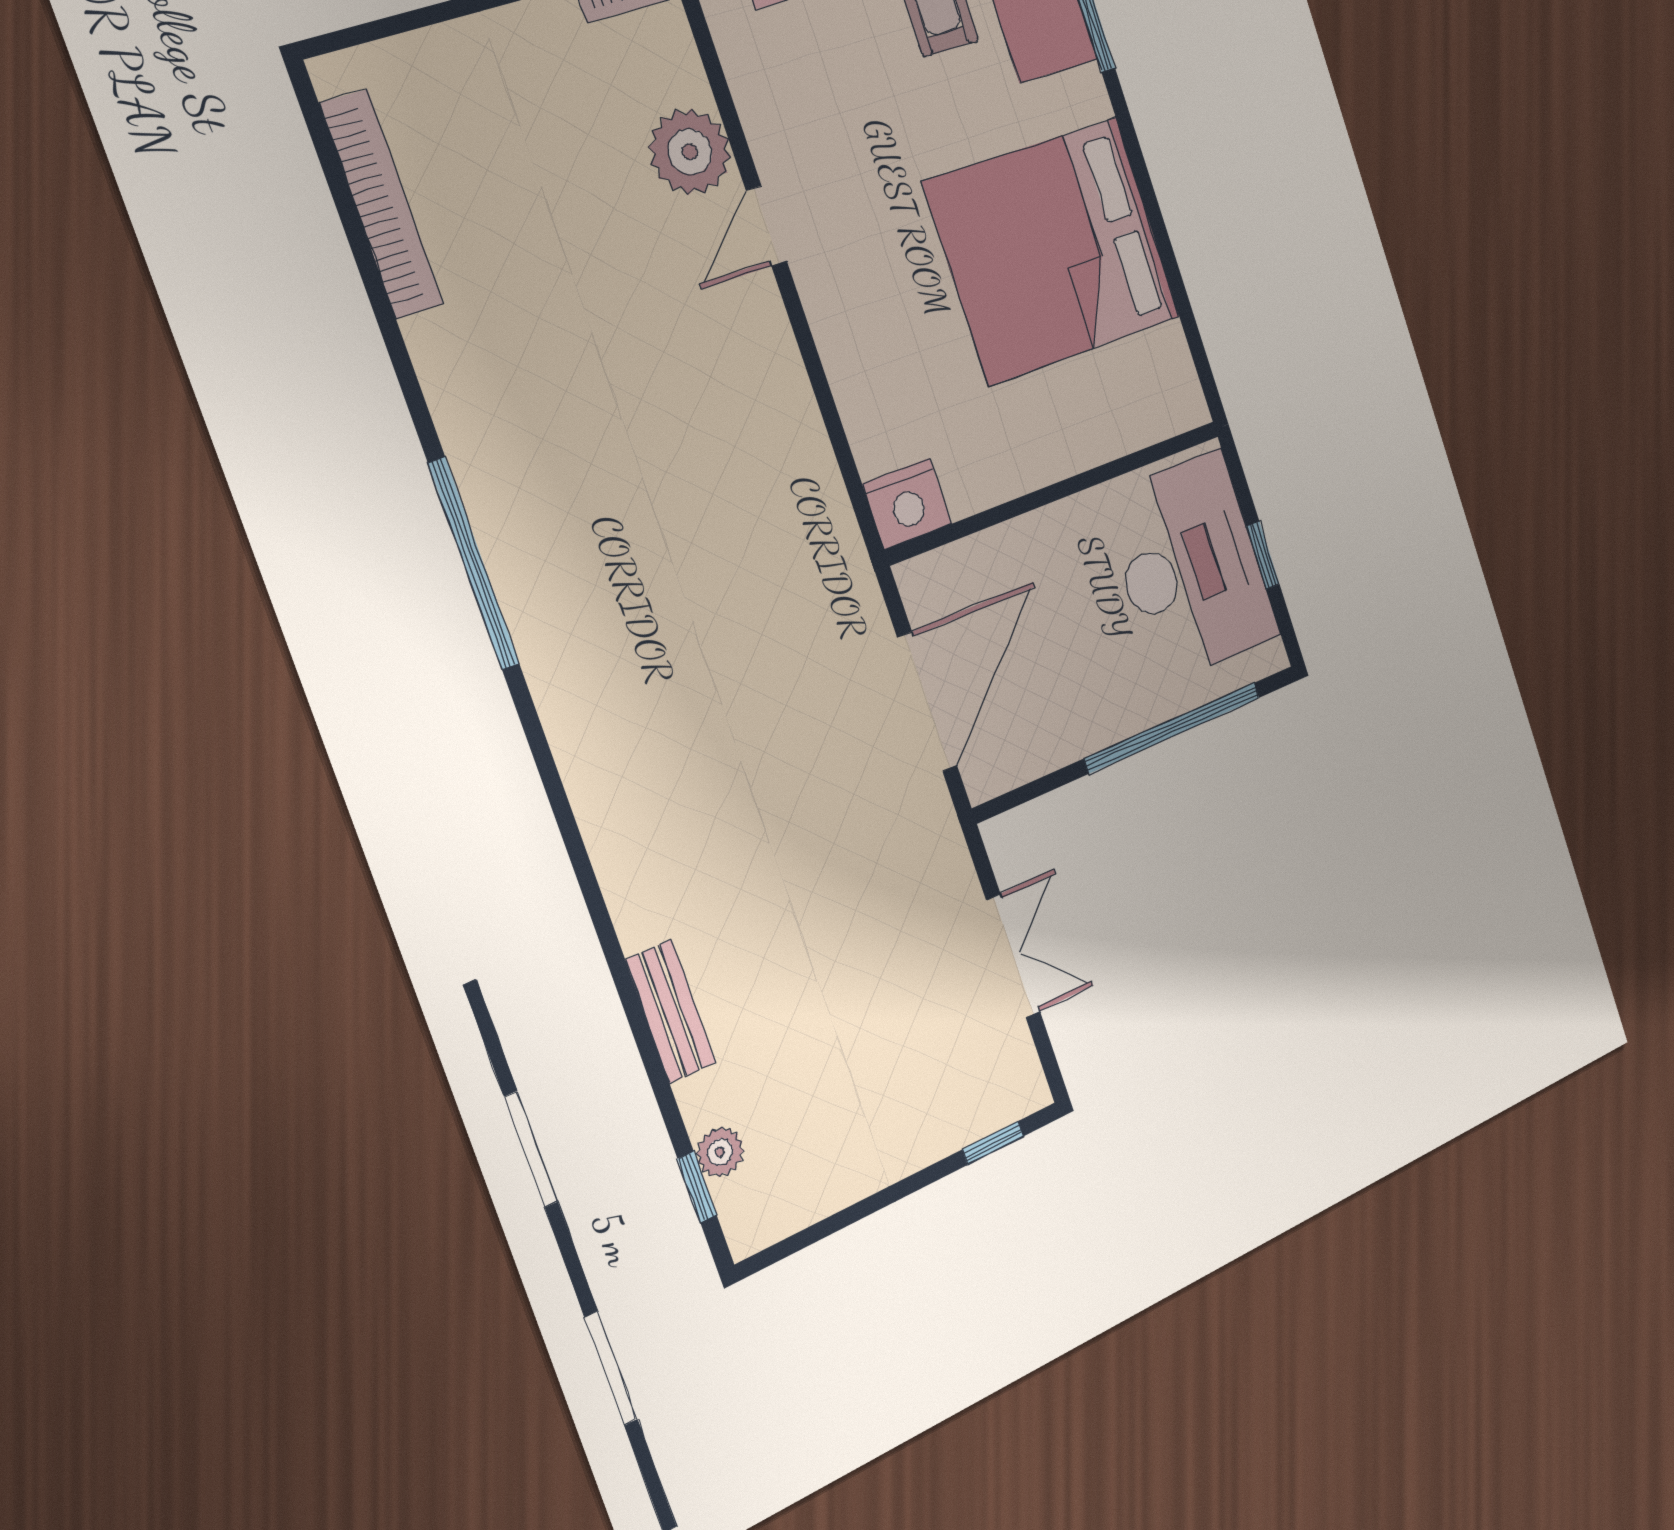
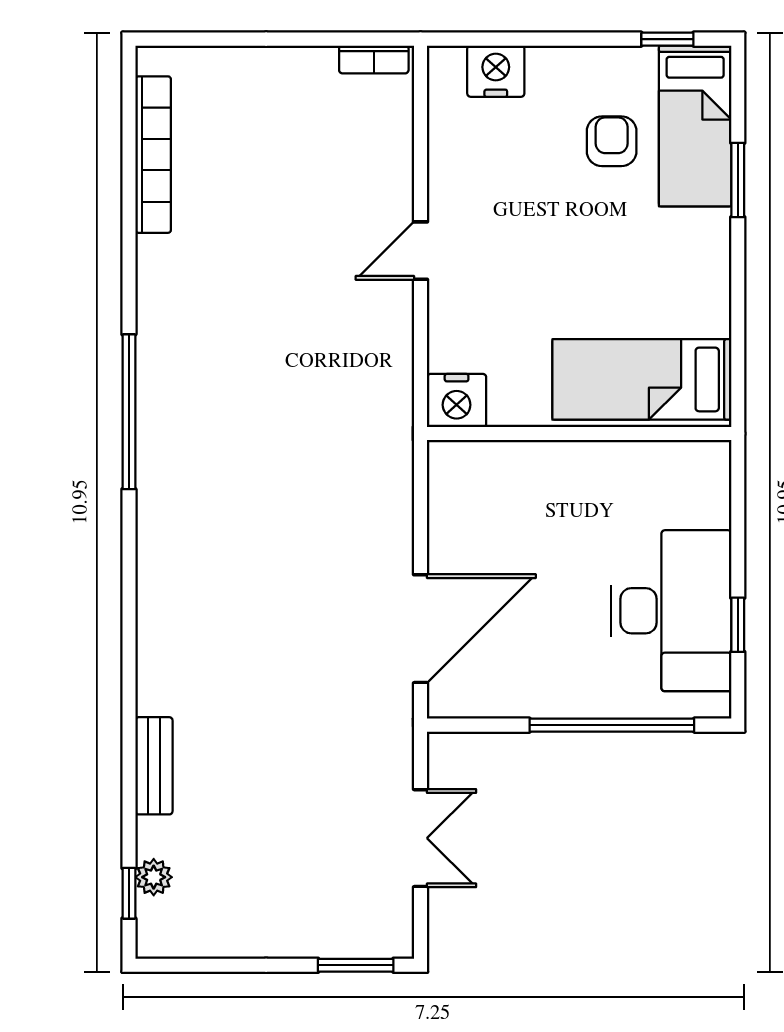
plant: (690, 152) -> (382, 182), removed
bed: (1053, 250) -> (642, 379), width x0.49
wall: (1056, 492) -> (579, 434), moved
nightstand: (907, 504) -> (457, 401), moved
window: (993, 1143) -> (356, 965), width x1.50

